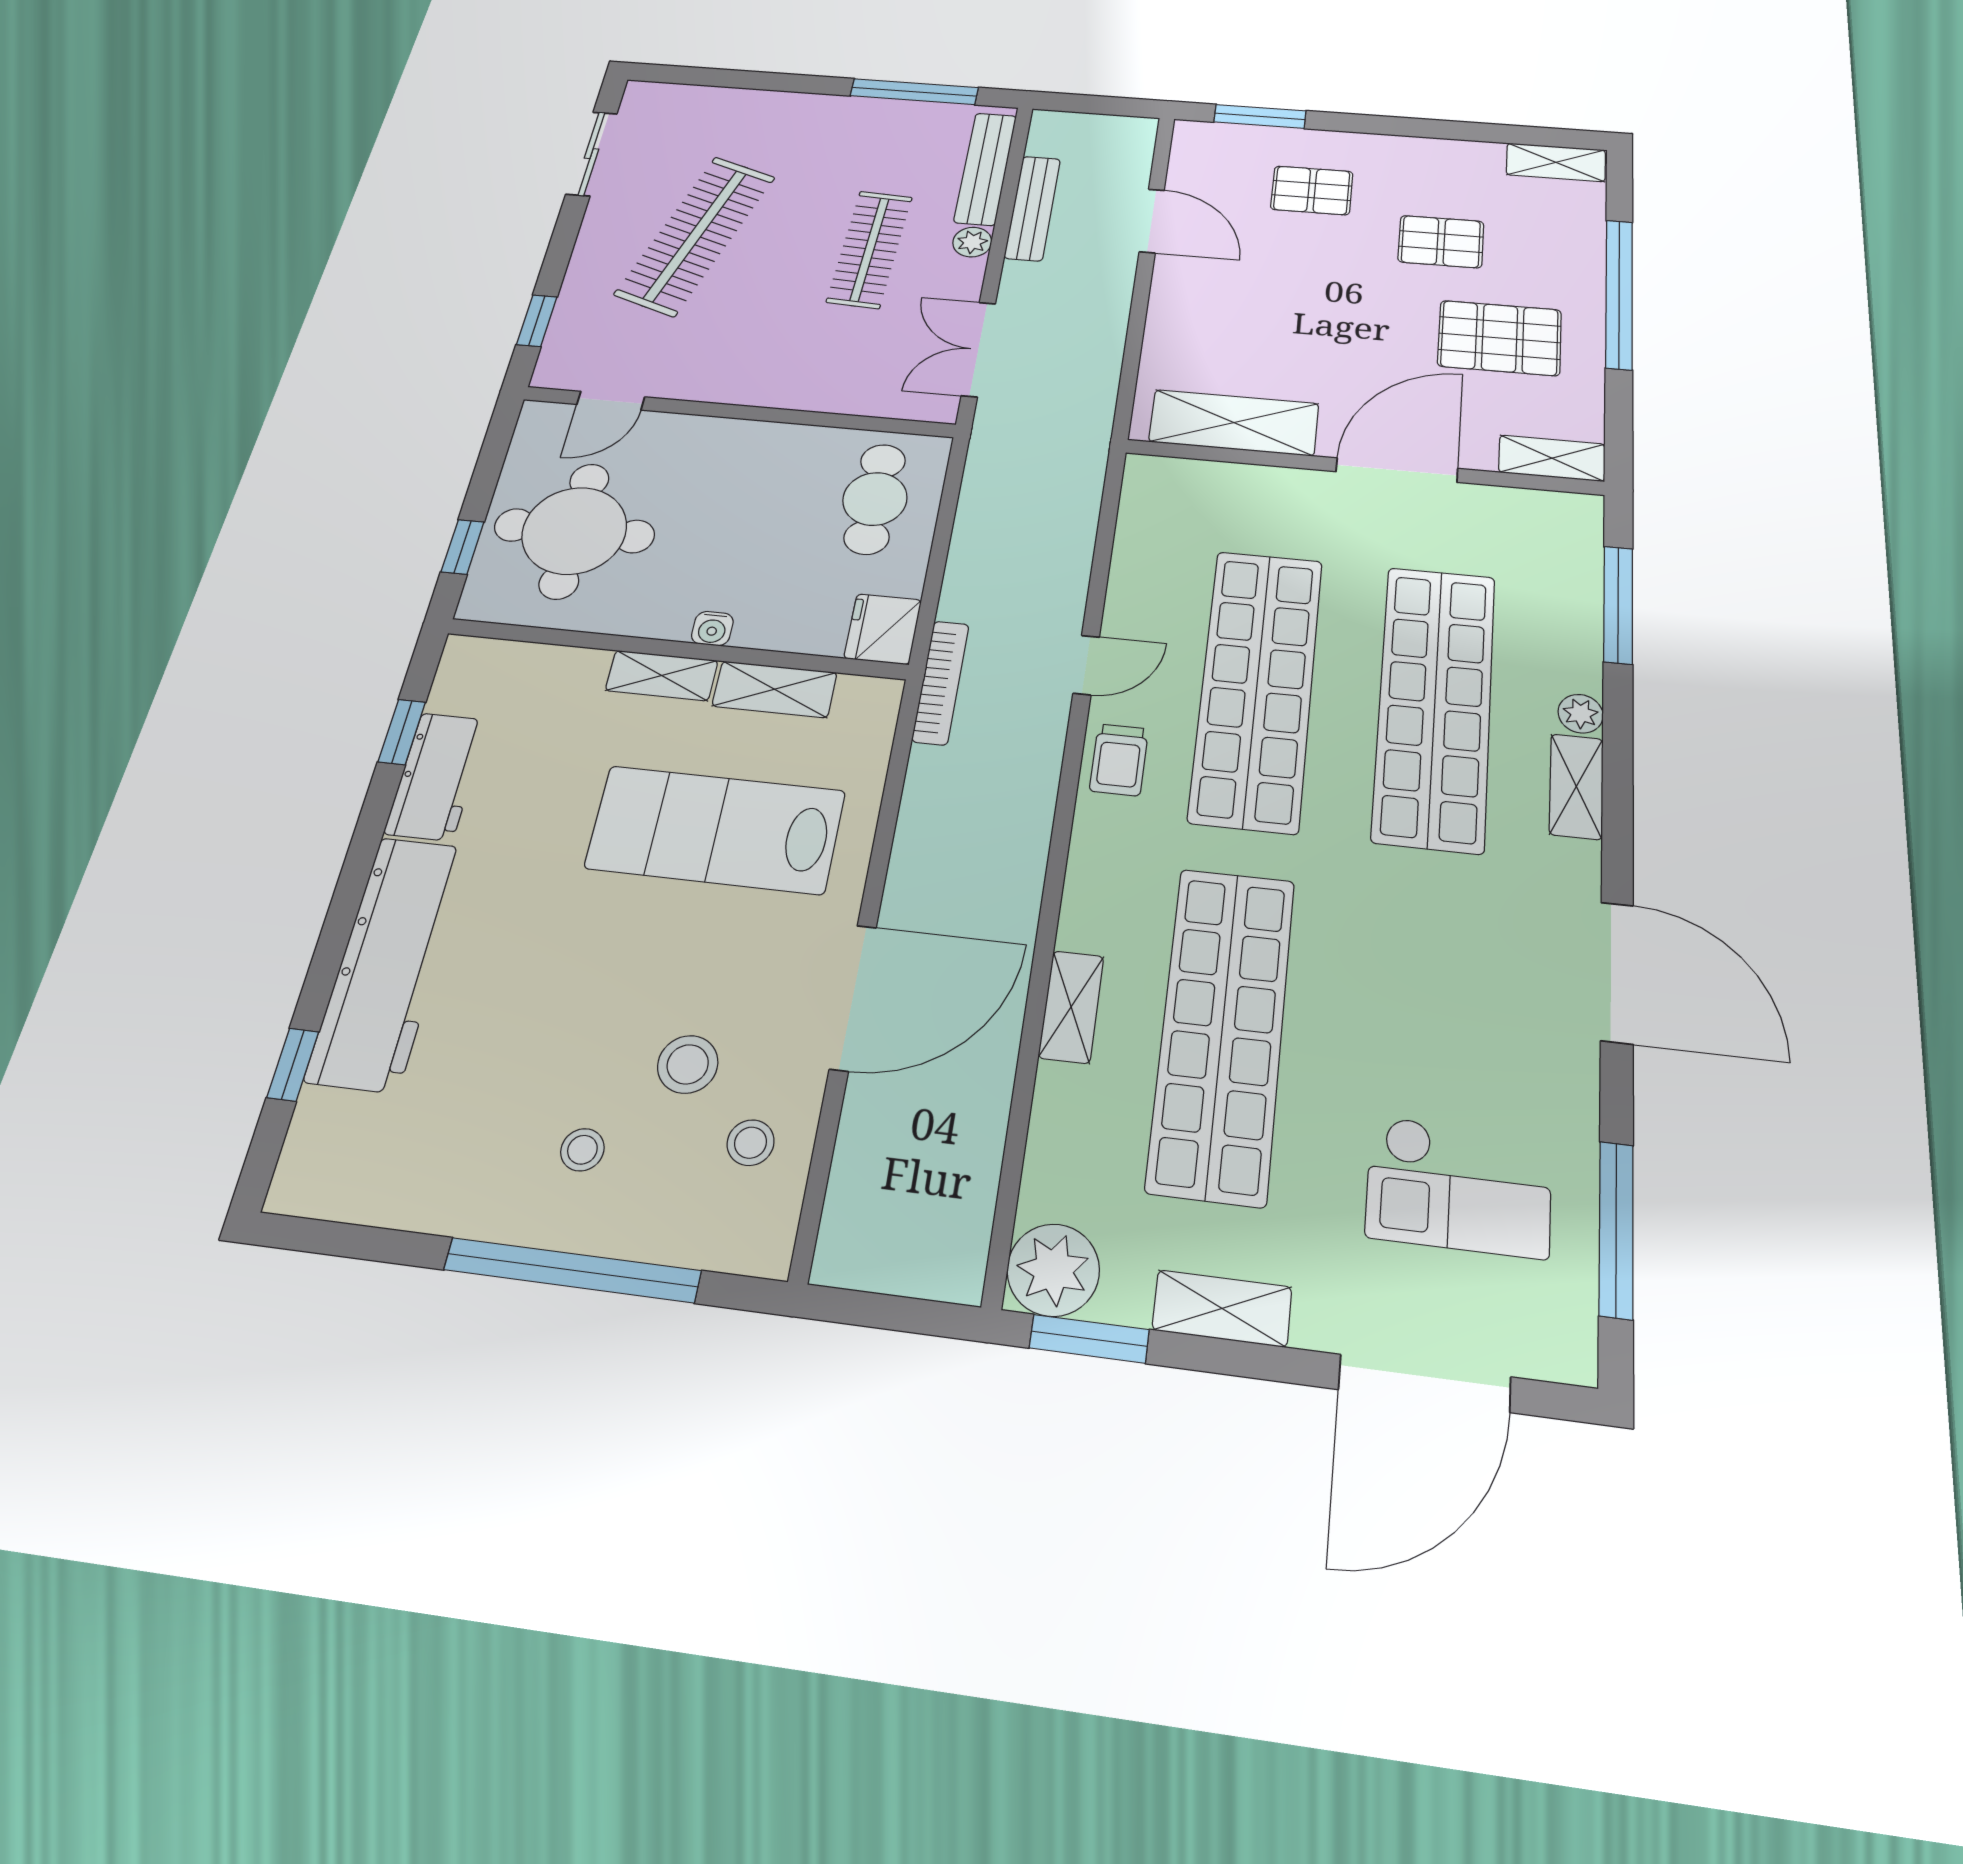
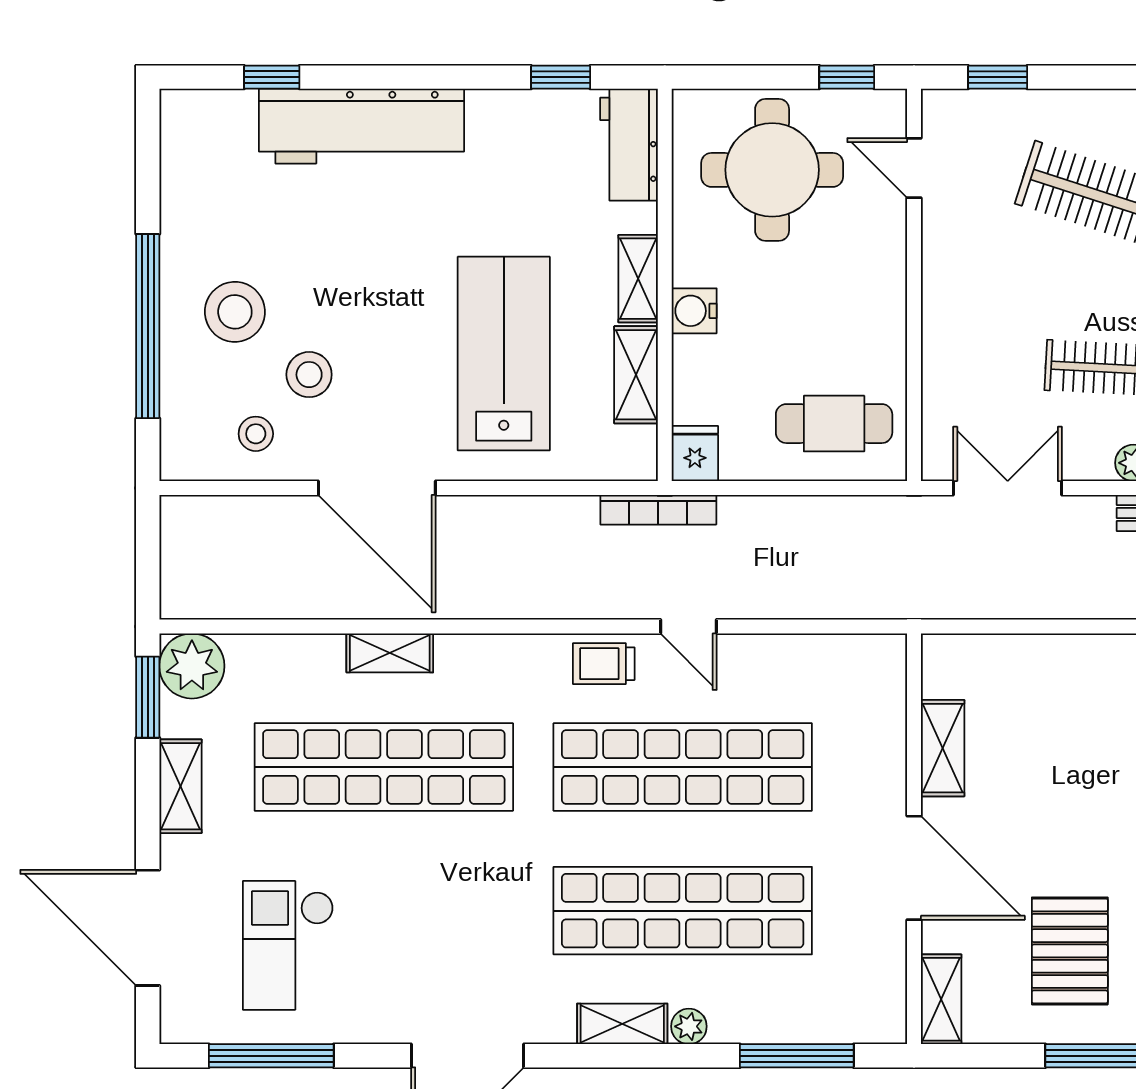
shelving: (1234, 423) -> (943, 748), width x0.67, depth x0.75
window: (463, 547) -> (847, 77), moved
water cooler: (712, 629) -> (694, 311), width x1.38, depth x1.38
fridge: (883, 629) -> (695, 453), width x0.72
workbench: (437, 776) -> (629, 145), moved, turned 90
stool: (582, 1150) -> (235, 312), width x1.89, depth x1.89

